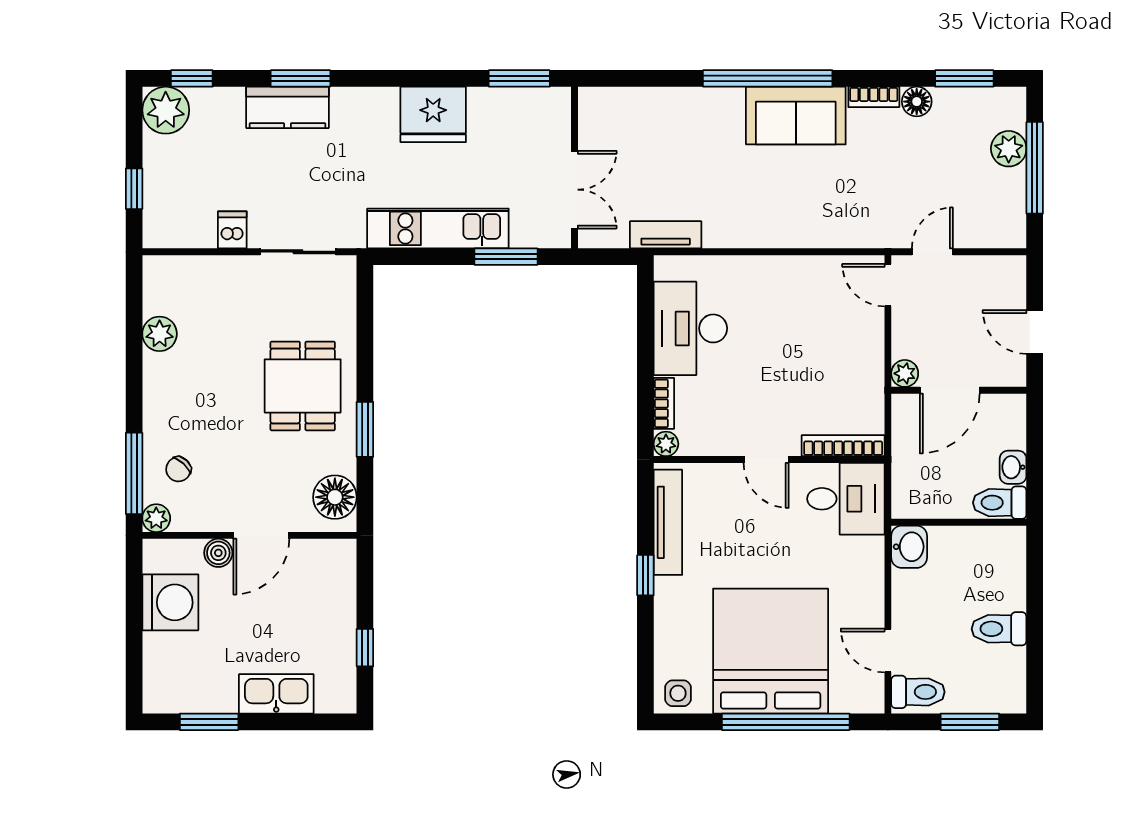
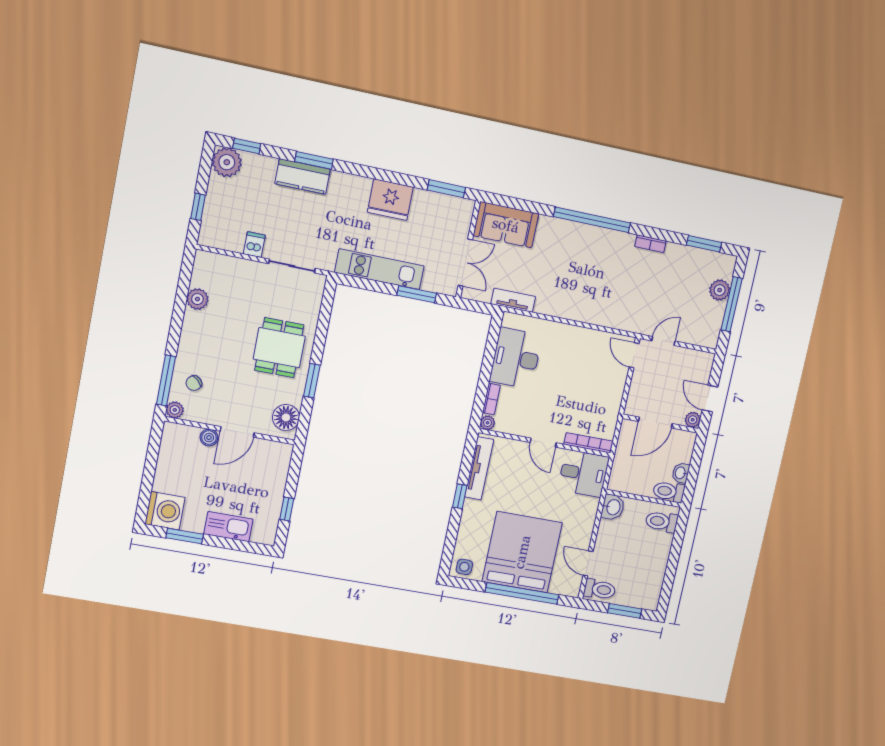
floor lamp: (917, 102) -> (674, 252), removed
sofa: (796, 116) -> (506, 225), moved
plant: (905, 373) -> (693, 420), moved
washing machine: (170, 602) -> (165, 511), moved
toilet: (999, 629) -> (662, 522), moved

